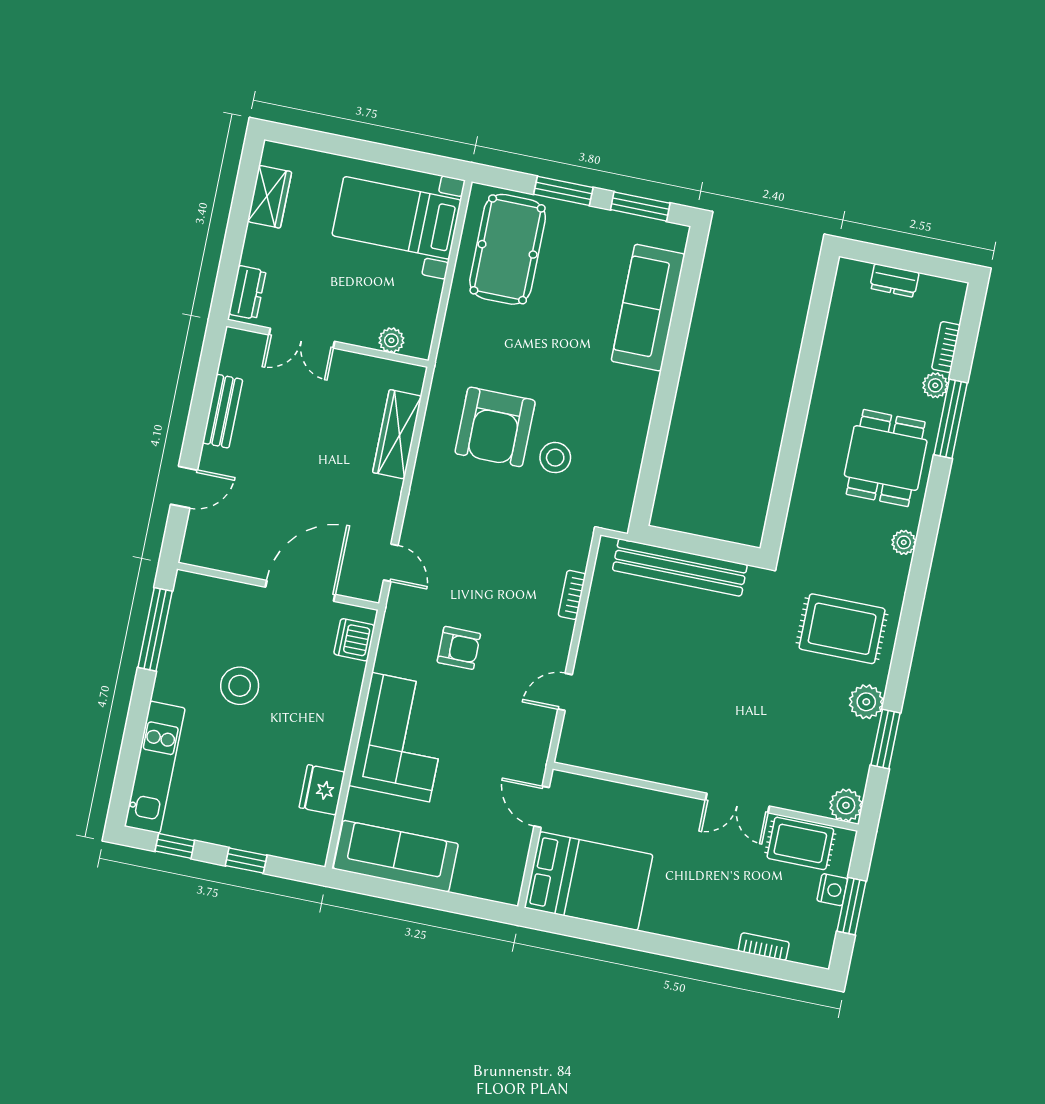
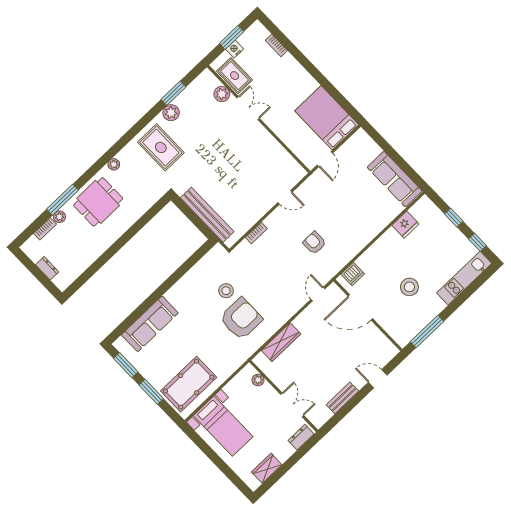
corner sofa: (400, 737) -> (361, 224), removed
plant: (846, 805) -> (222, 94), moved

